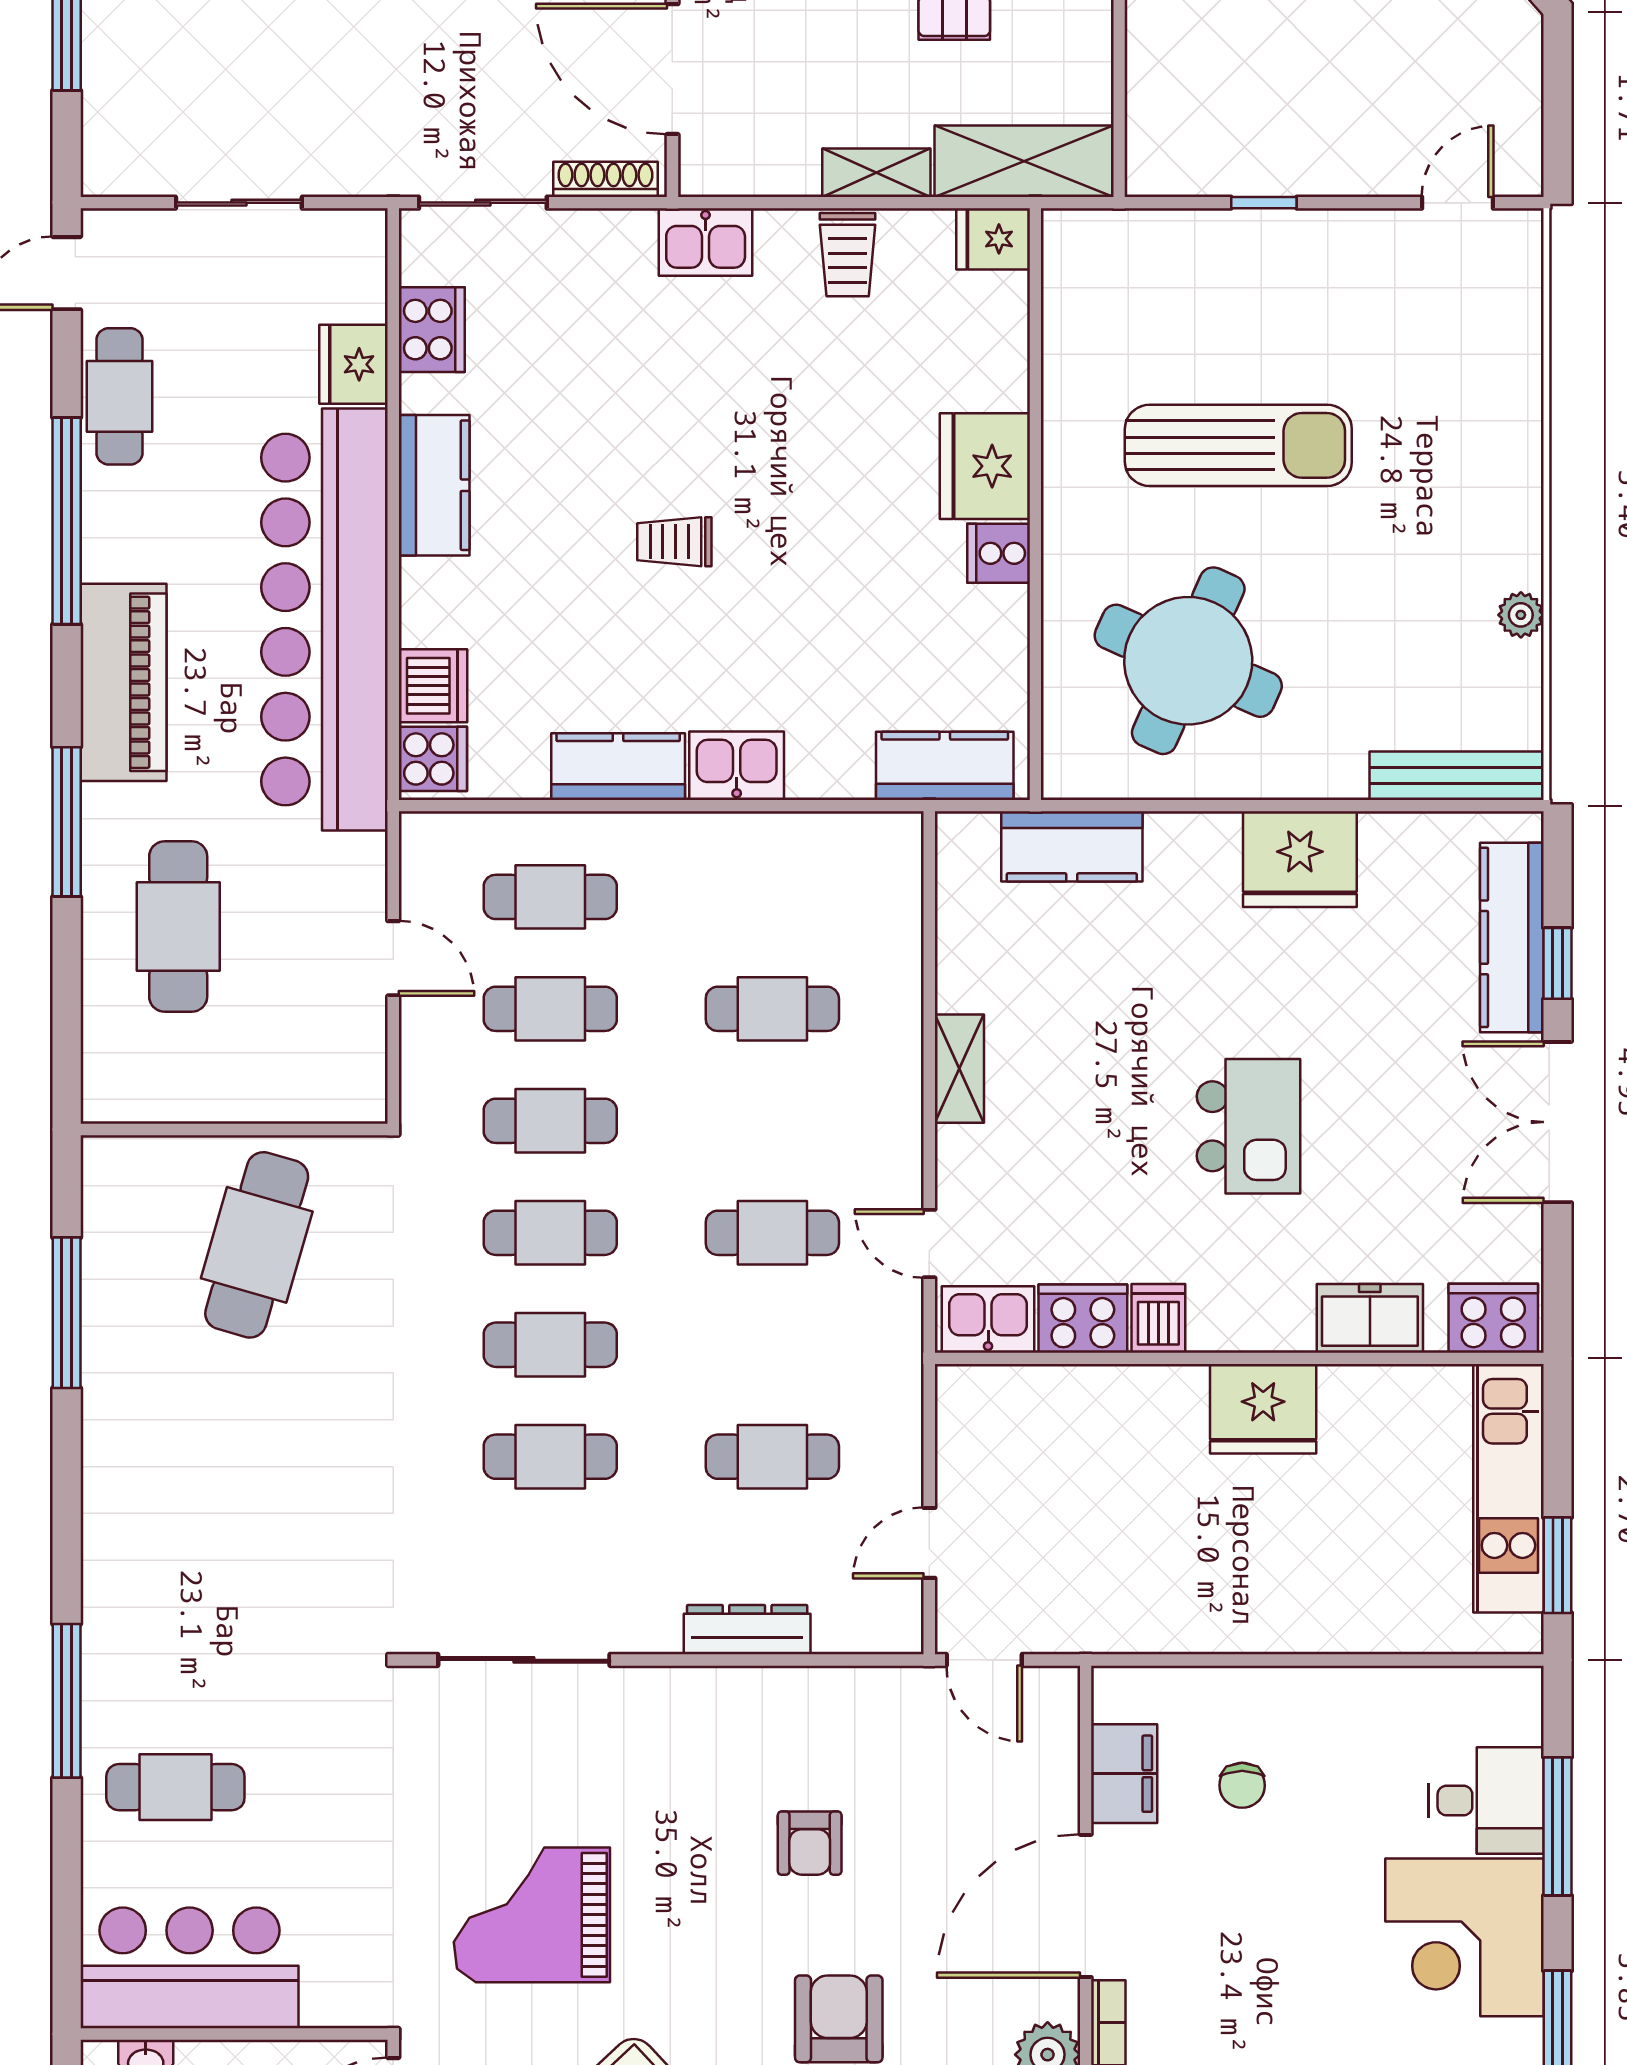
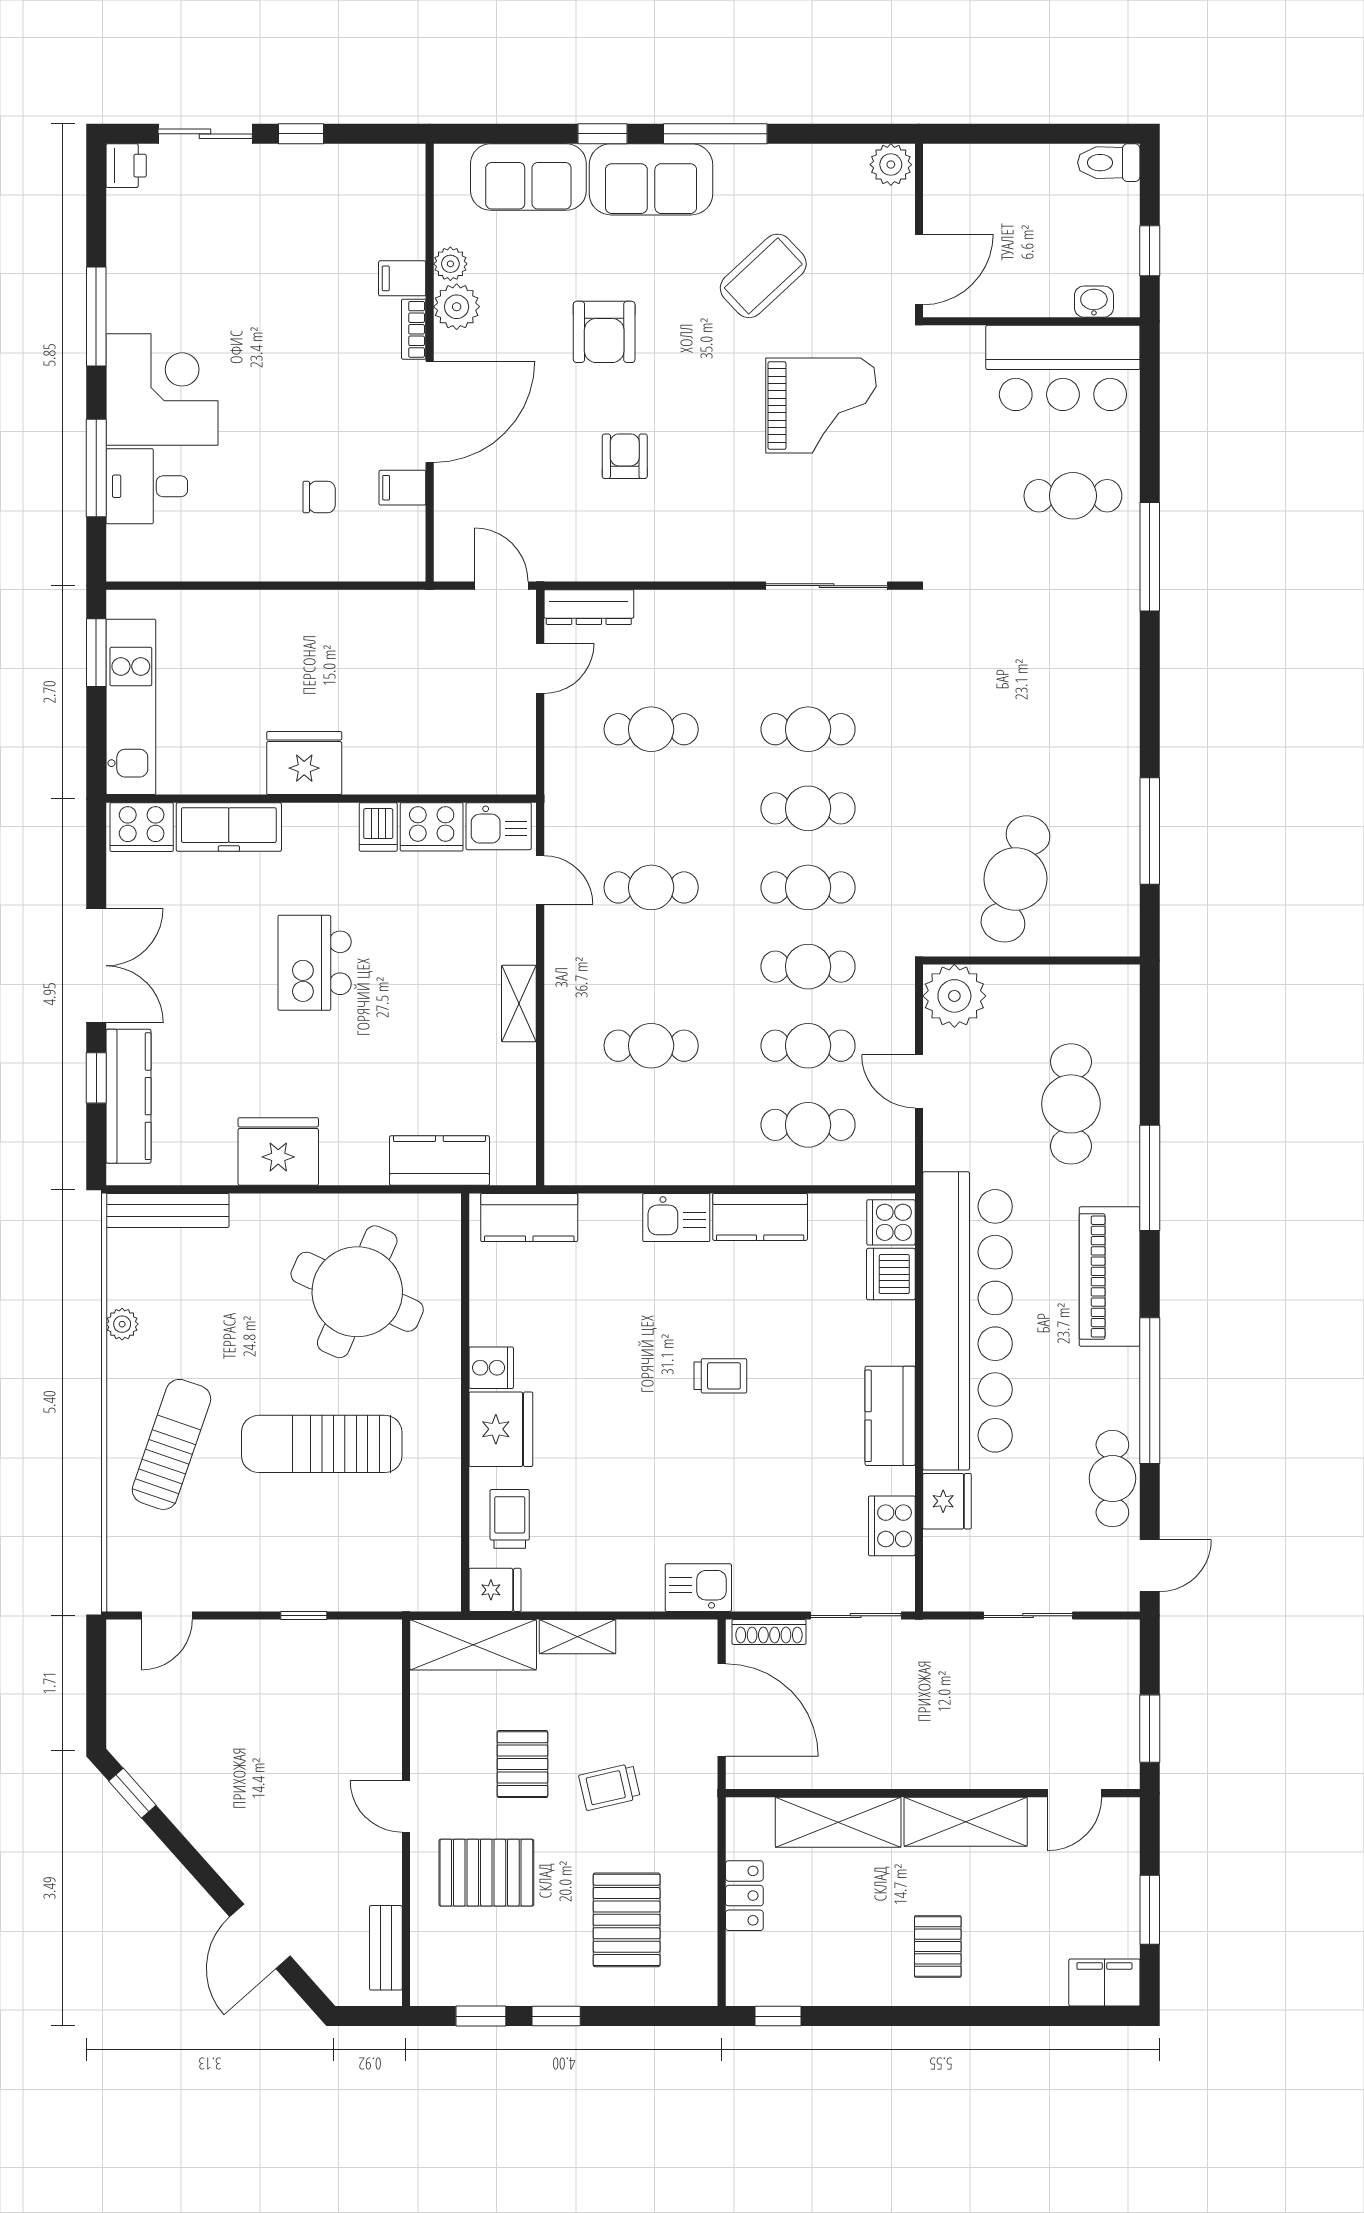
trolley: (848, 255) -> (510, 1519), moved
sun lounger: (1451, 445) -> (171, 1444), added
plant: (343, 1079) -> (954, 996), added
freezer: (1370, 1318) -> (229, 827), width x1.40
dresser: (747, 1630) -> (589, 607), moved
filing cabinet: (1124, 1774) -> (402, 488), width x0.50
chair: (1242, 1785) -> (319, 497), turned 90

